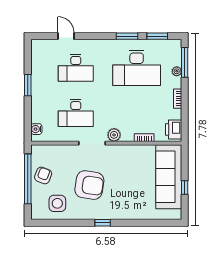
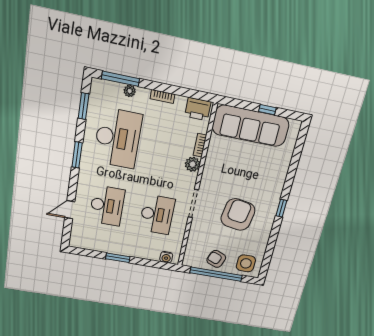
window: (127, 36) -> (77, 155), moved
plant: (114, 135) -> (193, 164), moved
side table: (57, 203) -> (246, 263), moved

